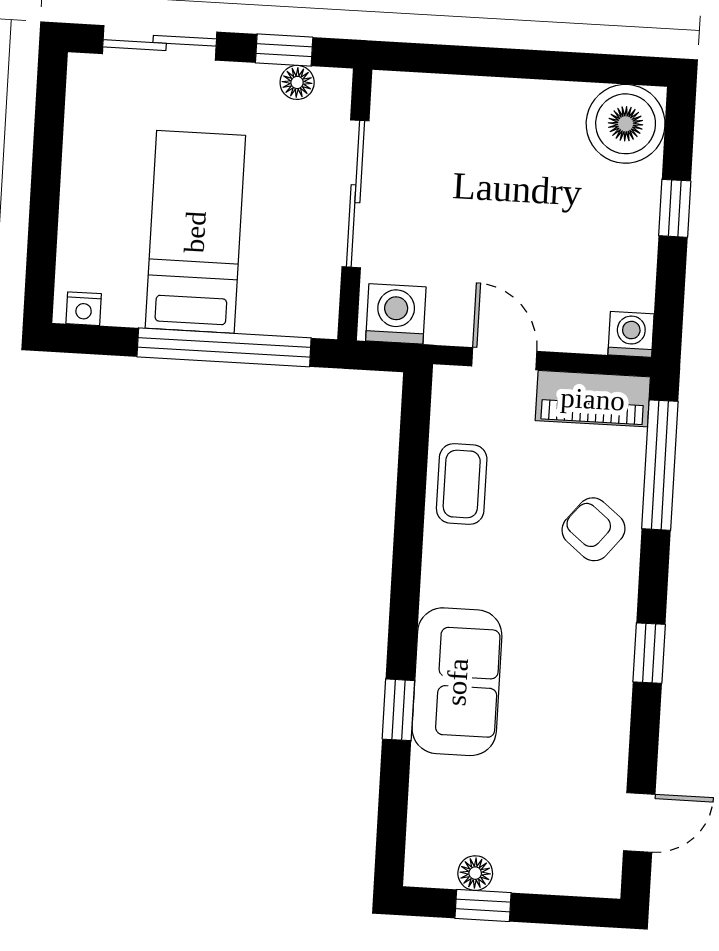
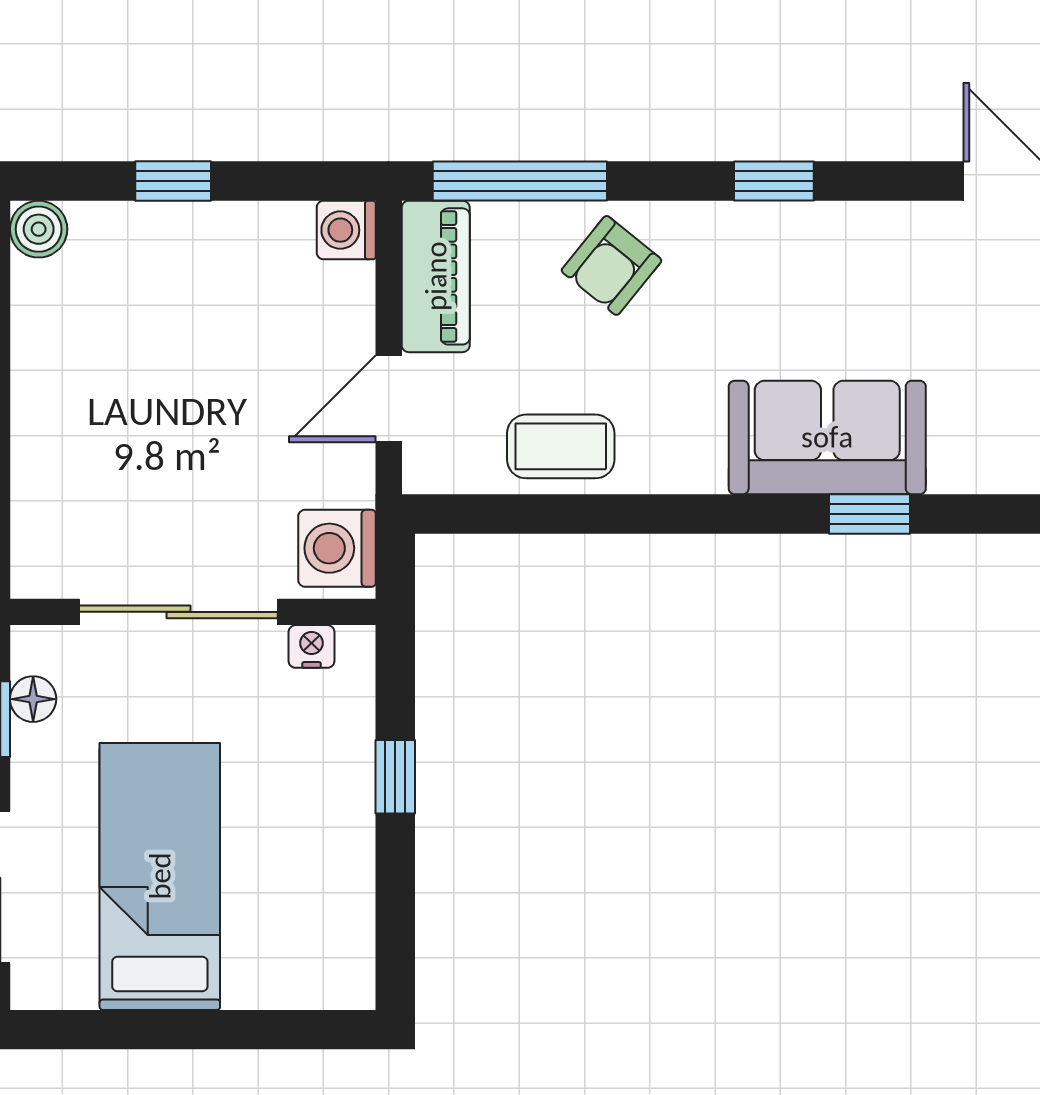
boiler: (626, 124) -> (39, 229), width x0.54, depth x0.54
bed: (195, 232) -> (160, 876), moved, turned 90
nightstand: (84, 309) -> (311, 646), moved, turned -90
window: (224, 347) -> (395, 777), width x0.32

